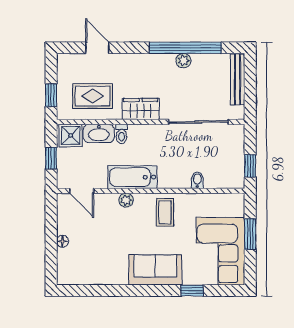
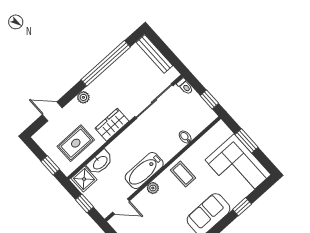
plant: (183, 61) -> (83, 97), moved
toilet: (122, 134) -> (185, 86), moved

